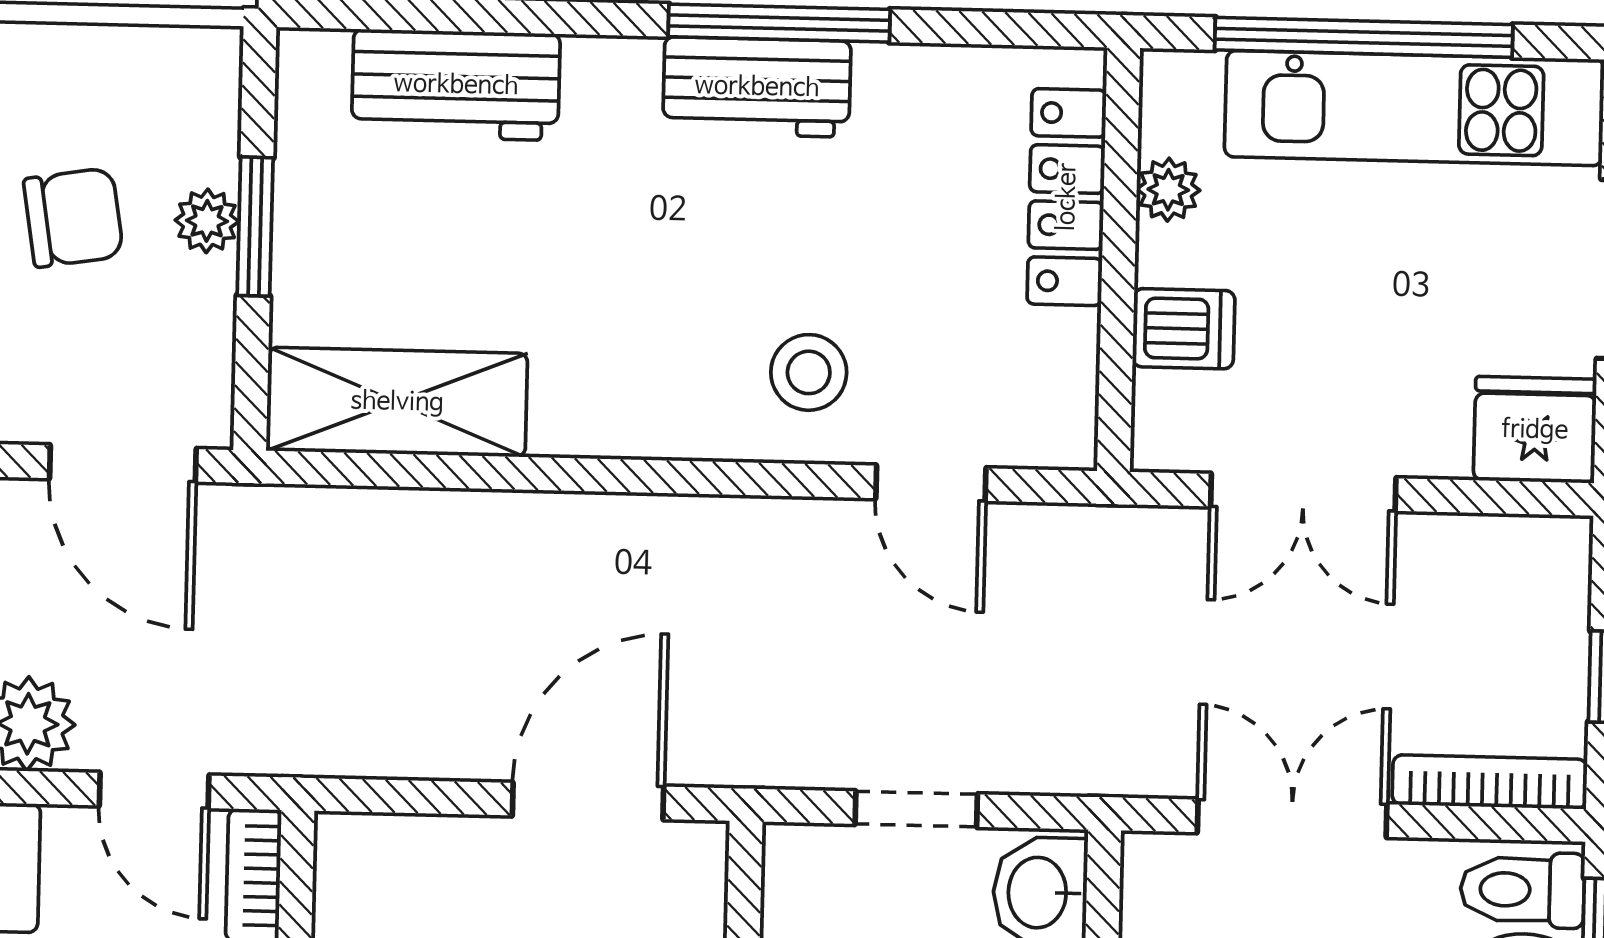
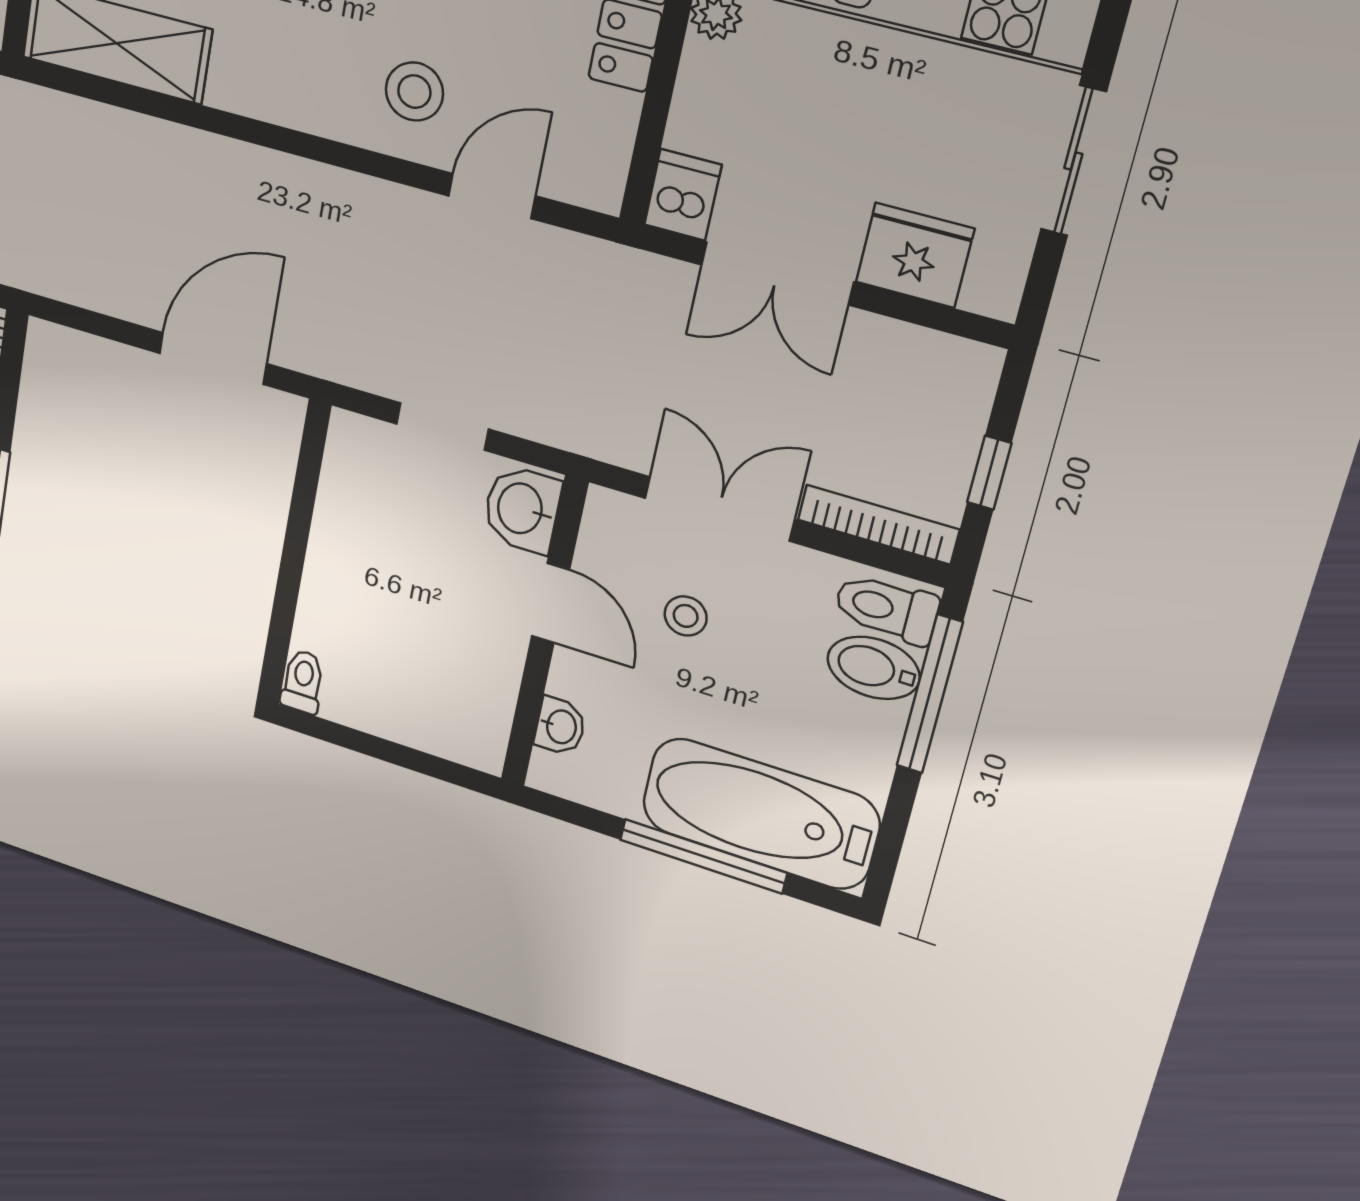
dishwasher: (1184, 329) -> (683, 195), moved, turned -90
fridge: (1535, 430) -> (915, 255), moved
door: (931, 483) -> (492, 196), swing flipped

